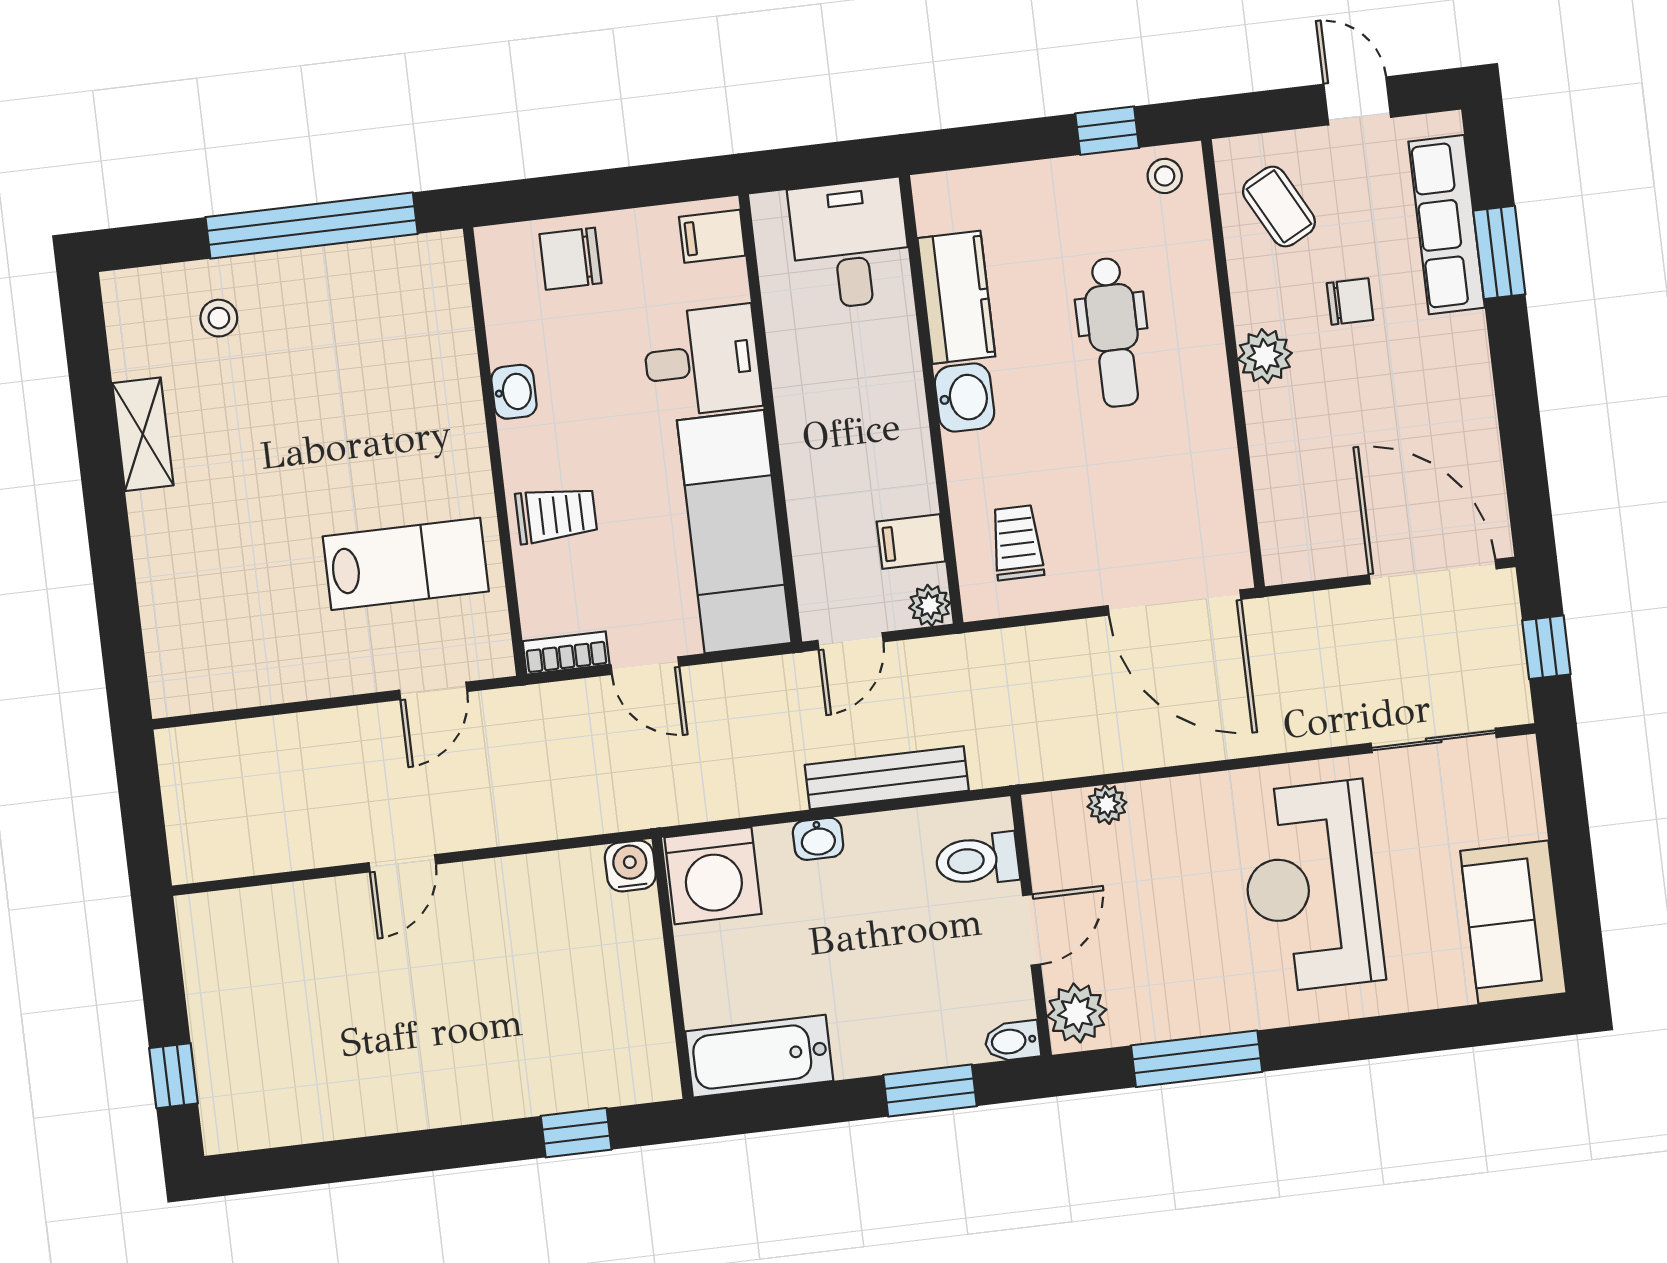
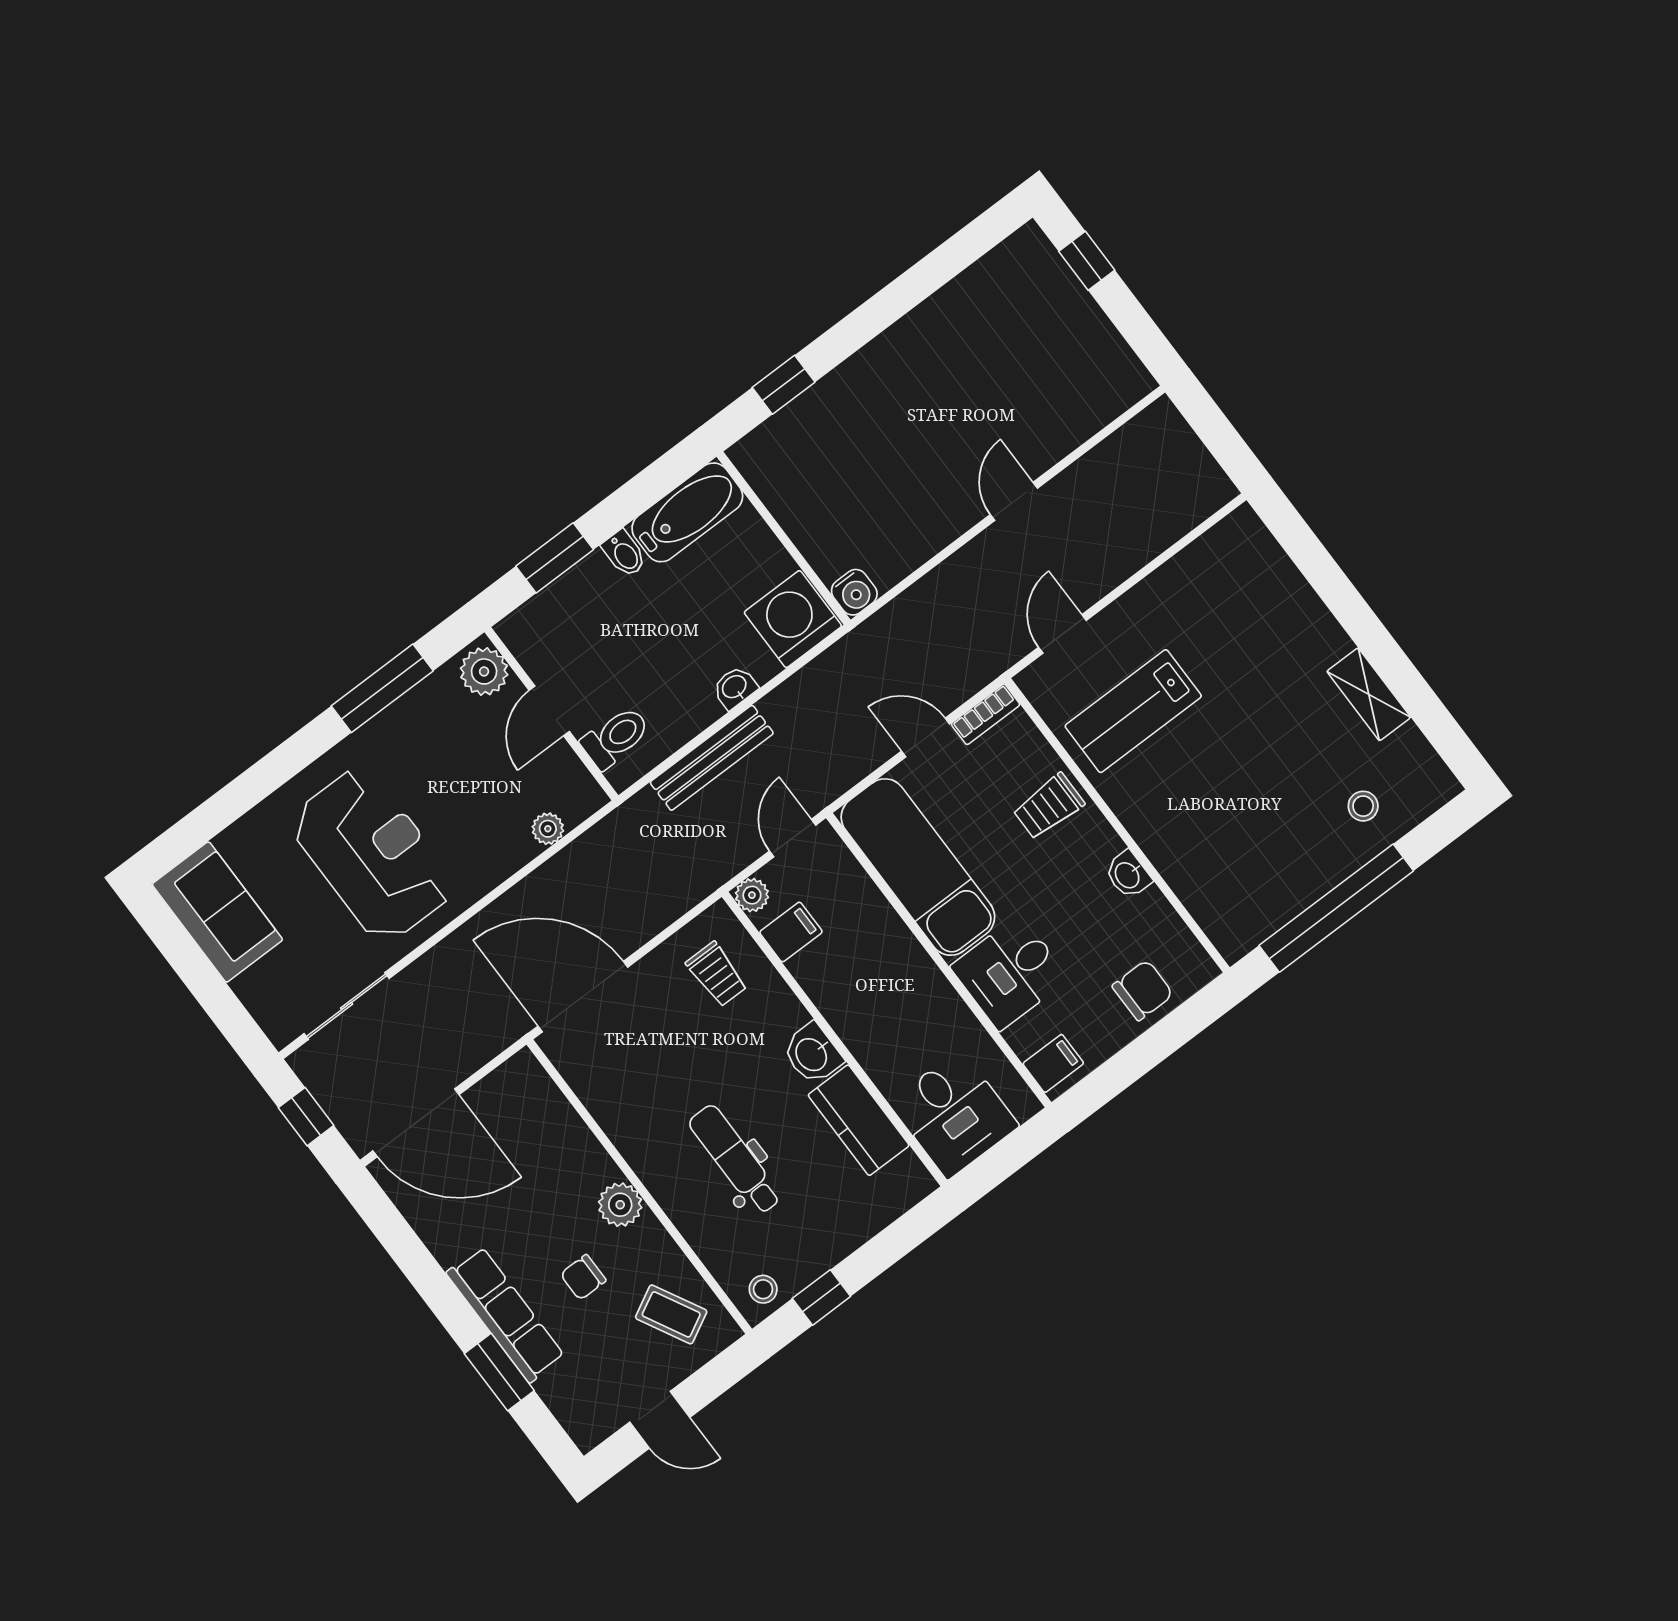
row of seats: (1447, 225) -> (505, 1315), moved
bidet: (1012, 1041) -> (624, 554), moved, turned 90

